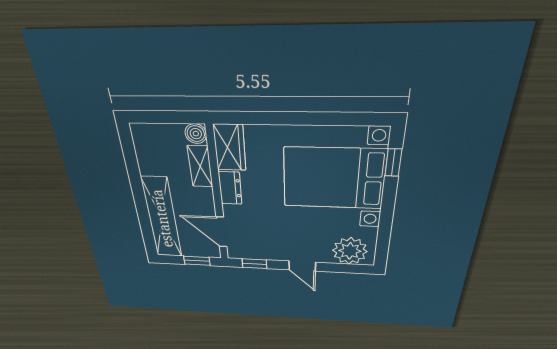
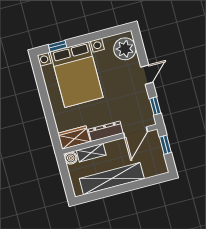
dresser: (230, 188) -> (106, 131), width x1.44
shelving: (162, 218) -> (112, 179), moved

